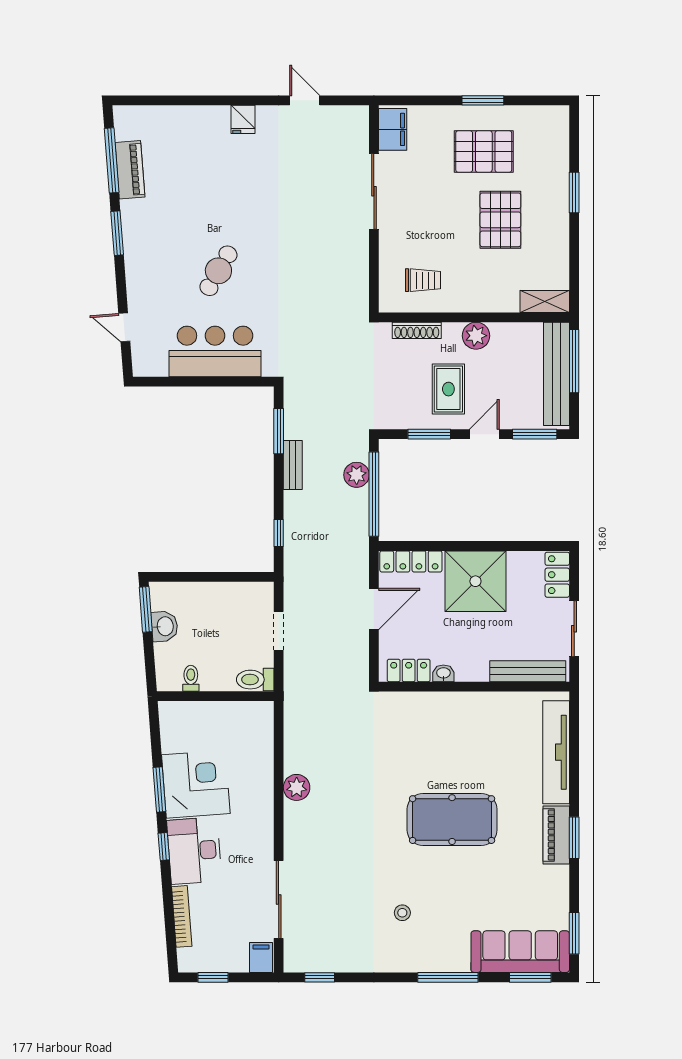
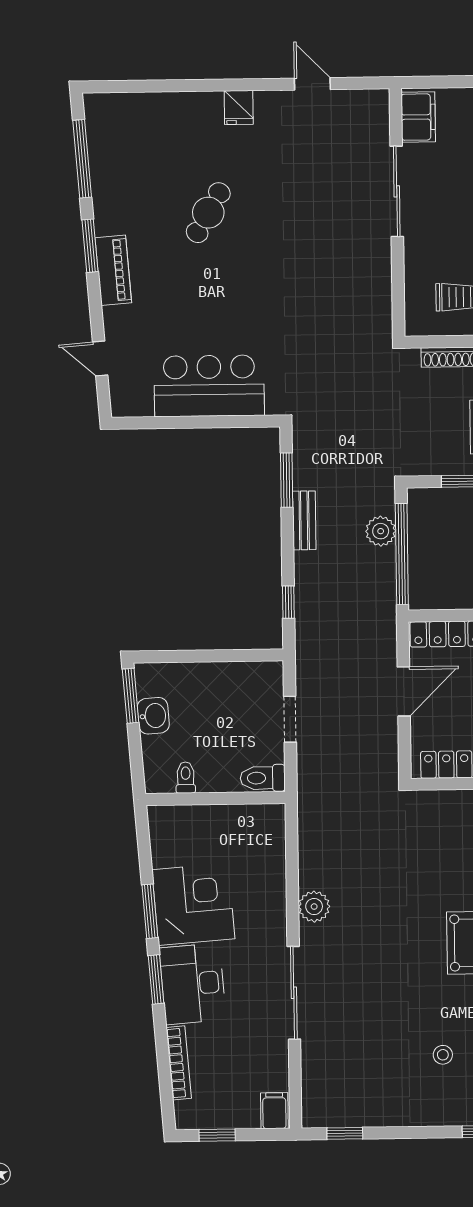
piano: (130, 170) -> (113, 270), moved
cafe table: (218, 271) -> (208, 213), moved
window: (164, 847) -> (156, 979), width x1.50
sliding door: (279, 900) -> (294, 993), moved

